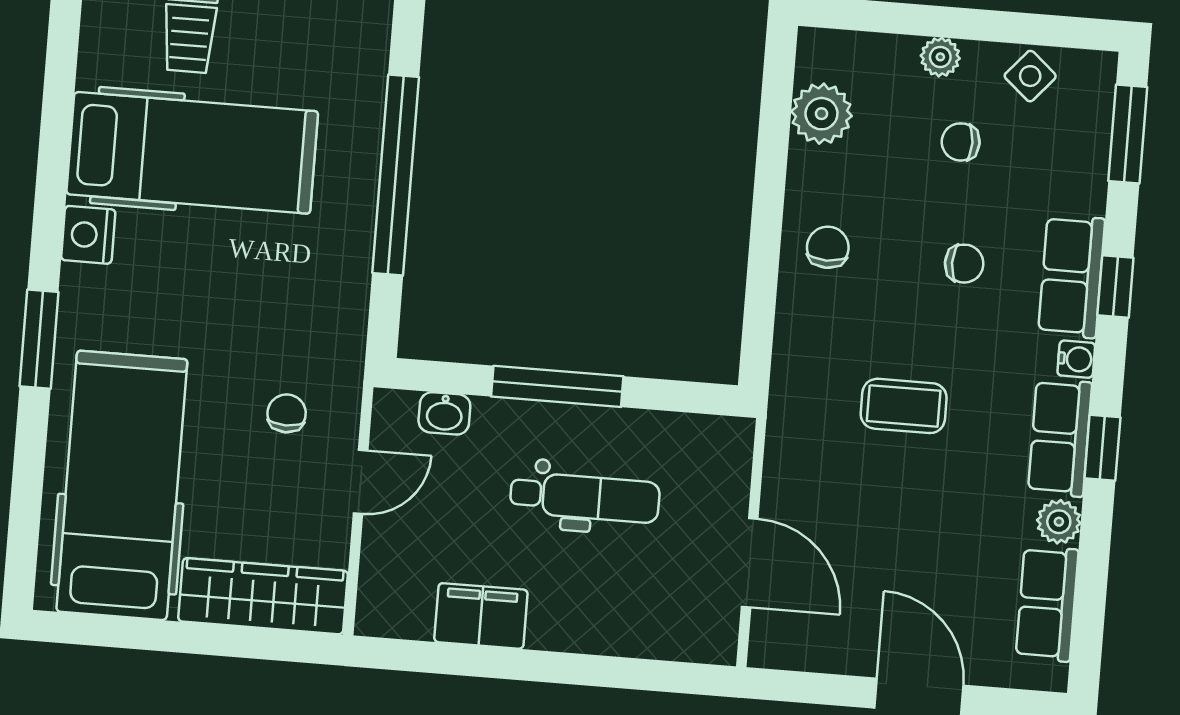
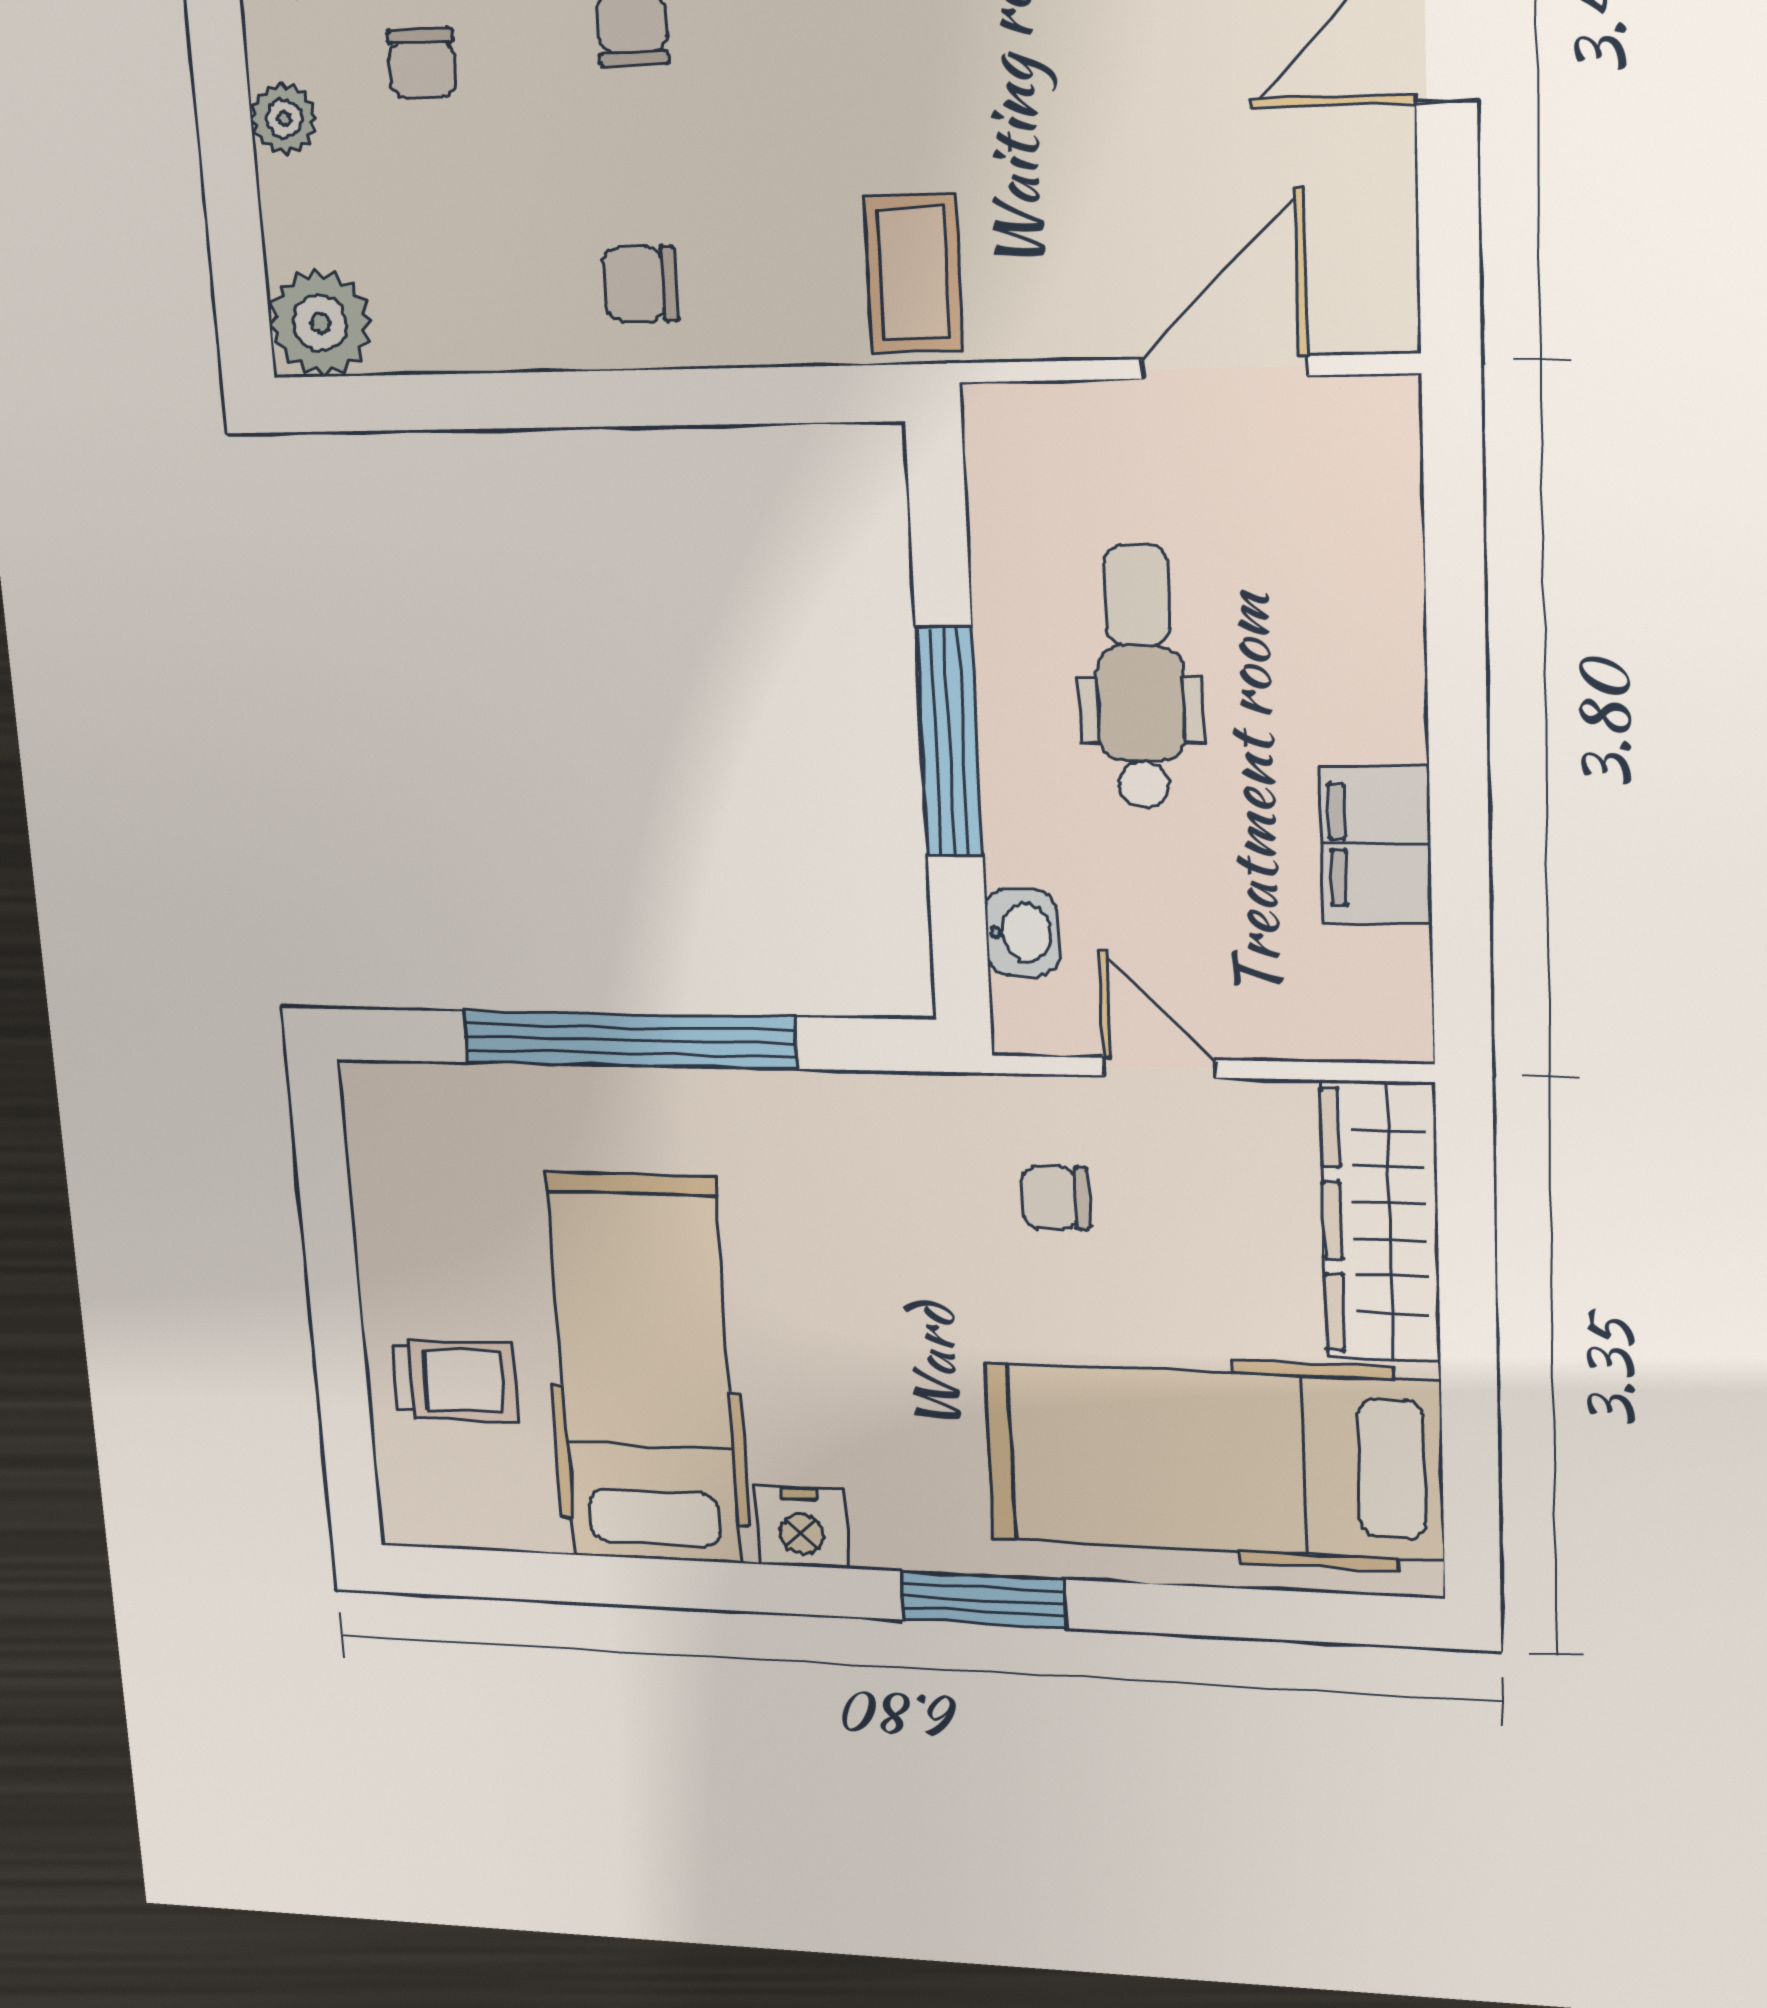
plant: (821, 114) -> (320, 323), moved
coffee table: (904, 406) -> (914, 273), moved

